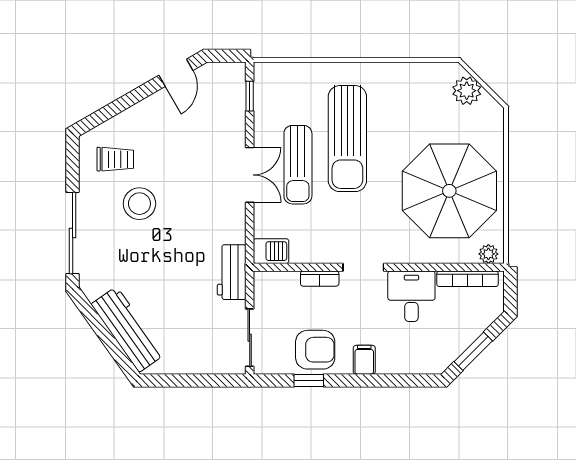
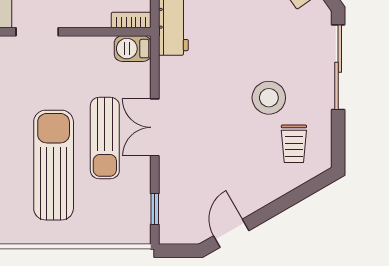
trolley: (115, 159) -> (294, 144), turned -90
sun lounger: (298, 165) -> (105, 138), turned 180
bookcase: (320, 279) -> (131, 20), moved

